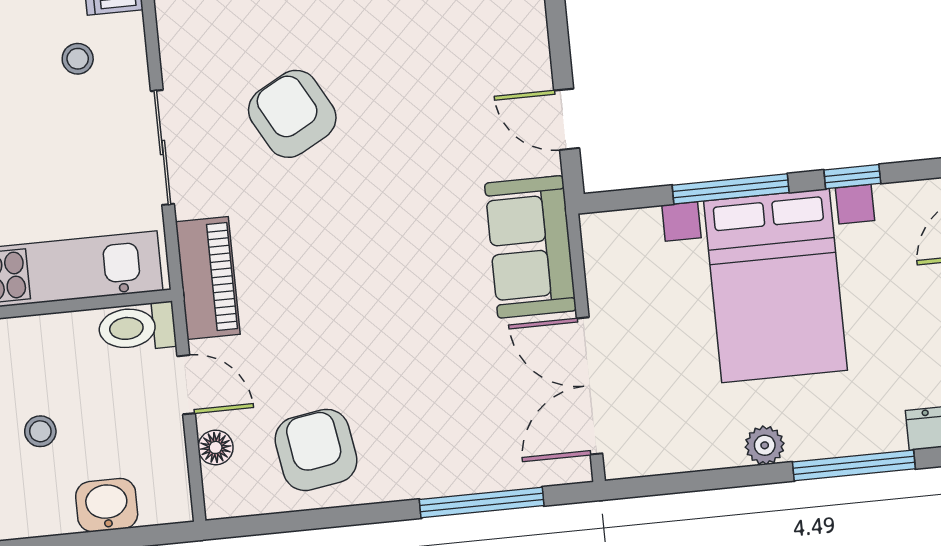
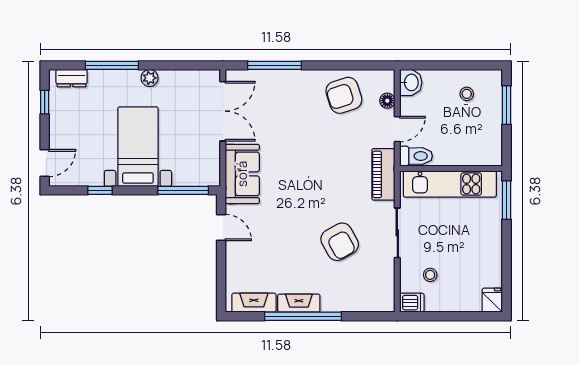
window: (731, 189) -> (183, 190), moved
bed with nightstands: (775, 286) -> (138, 147), width x0.73
door: (186, 385) -> (397, 129), swing flipped
stool: (40, 431) -> (467, 94), moved
armchair: (316, 450) -> (344, 95), turned 81
washbasin: (107, 505) -> (411, 82), moved, turned -90

